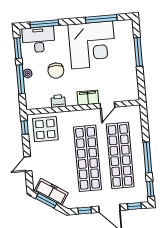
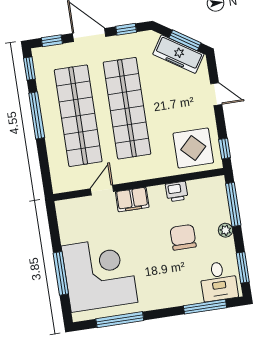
desk: (39, 40) -> (219, 281), width x0.73
corner desk: (92, 45) -> (100, 274), moved, turned 90
window: (20, 79) -> (233, 204), moved
door: (28, 164) -> (216, 94), hinge flipped

